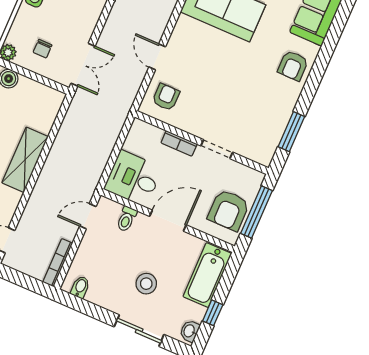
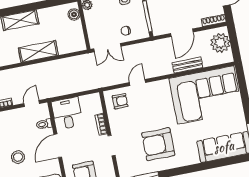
chair: (43, 49) -> (126, 31), moved
armchair: (293, 66) -> (158, 144), moved, width x1.88, depth x1.88
door: (88, 216) -> (32, 103), hinge flipped
door: (168, 221) -> (58, 146), swing flipped

